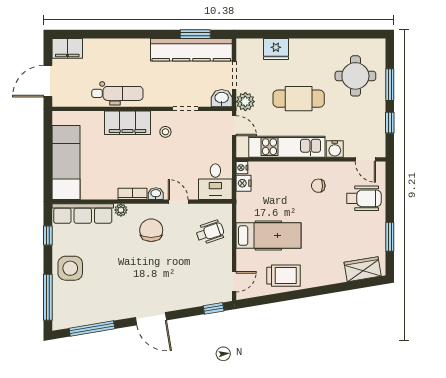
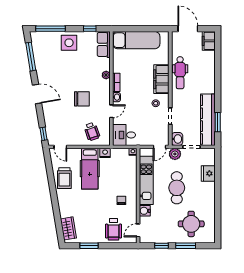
nightstand: (243, 183) -> (105, 153), moved
row of seats: (83, 214) -> (104, 44), width x0.68
chair: (151, 230) -> (82, 99), moved
door: (151, 319) -> (37, 94), swing flipped

